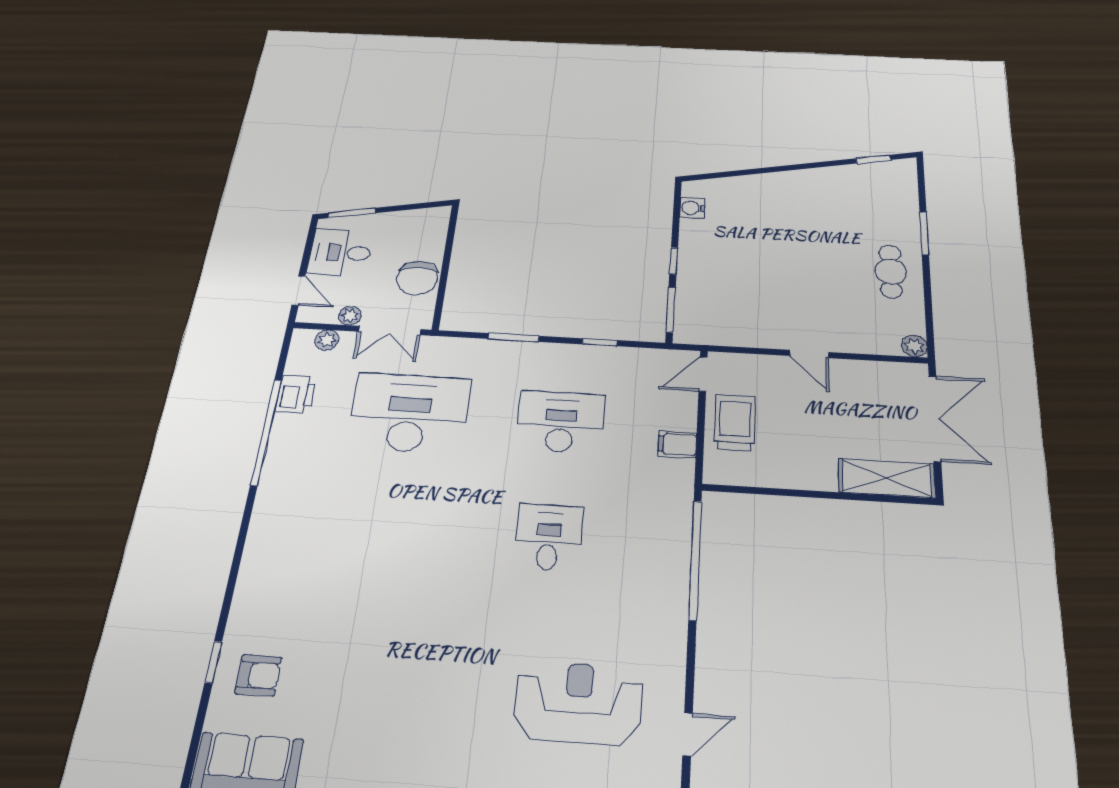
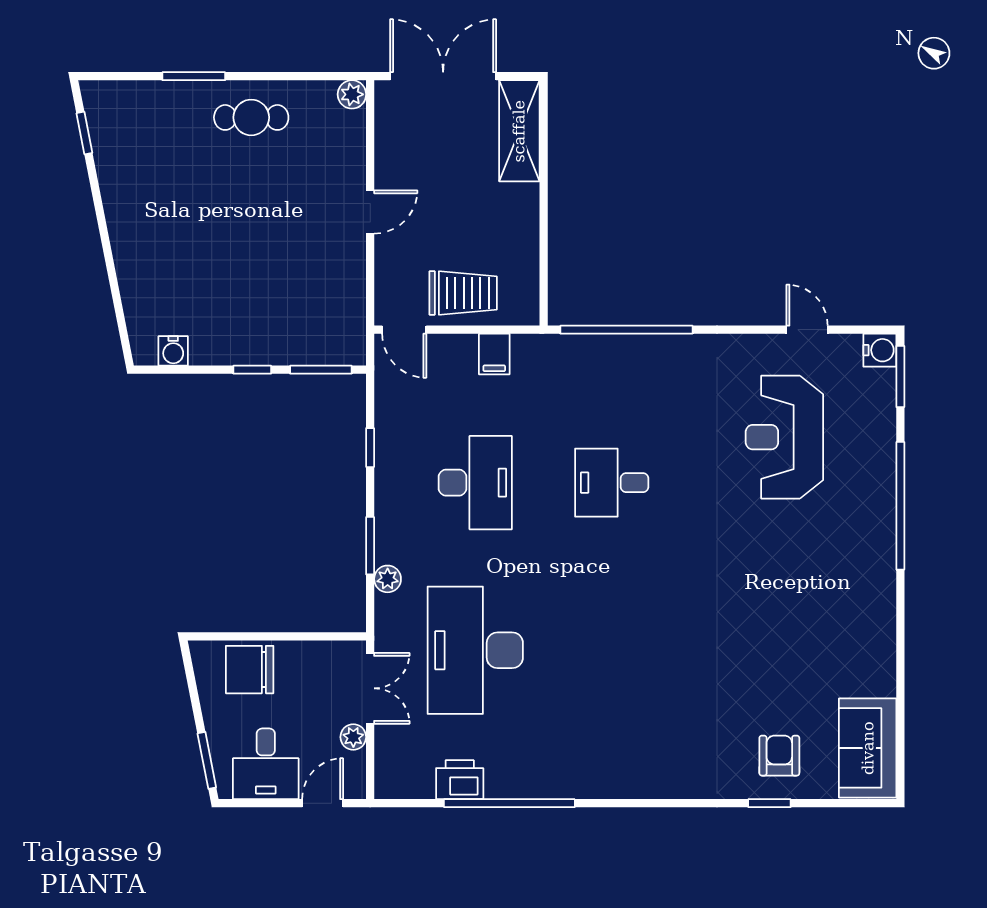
chair: (417, 278) -> (250, 670), moved, turned 180
plant: (327, 340) -> (388, 579), moved
desk: (561, 422) -> (475, 483), turned 180
trolley: (735, 423) -> (463, 293), turned 180

